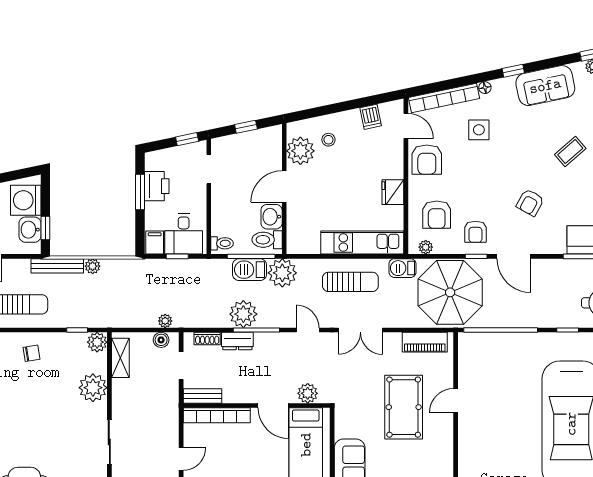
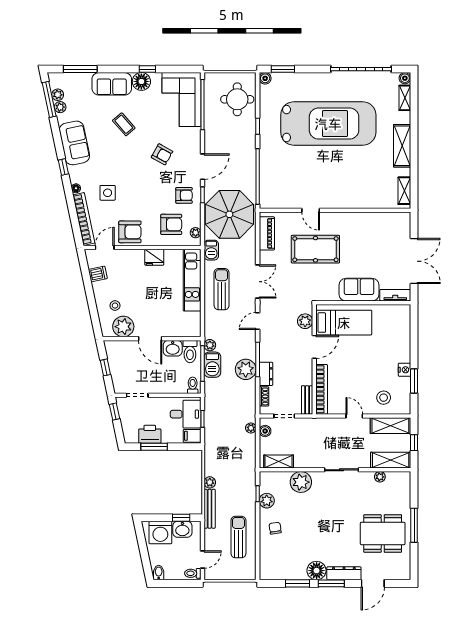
plant: (282, 273) -> (210, 345), width x0.53, depth x0.53
plant: (97, 342) -> (267, 501), moved

